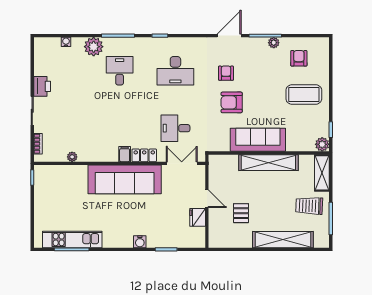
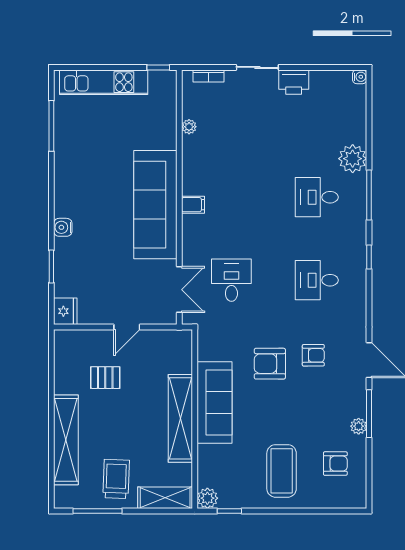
water cooler: (66, 42) -> (360, 77), moved
desk: (120, 71) -> (317, 197), turned 180
desk: (175, 71) -> (317, 280), width x0.73
armchair: (232, 102) -> (270, 364), turned -90
locker: (144, 155) -> (191, 234), removed
fridge: (198, 217) -> (65, 311), moved, turned 90
kitchen unit: (72, 239) -> (104, 82), moved, turned 90

